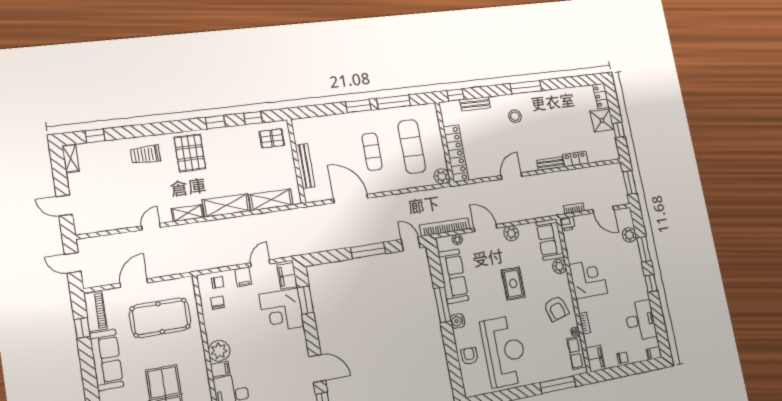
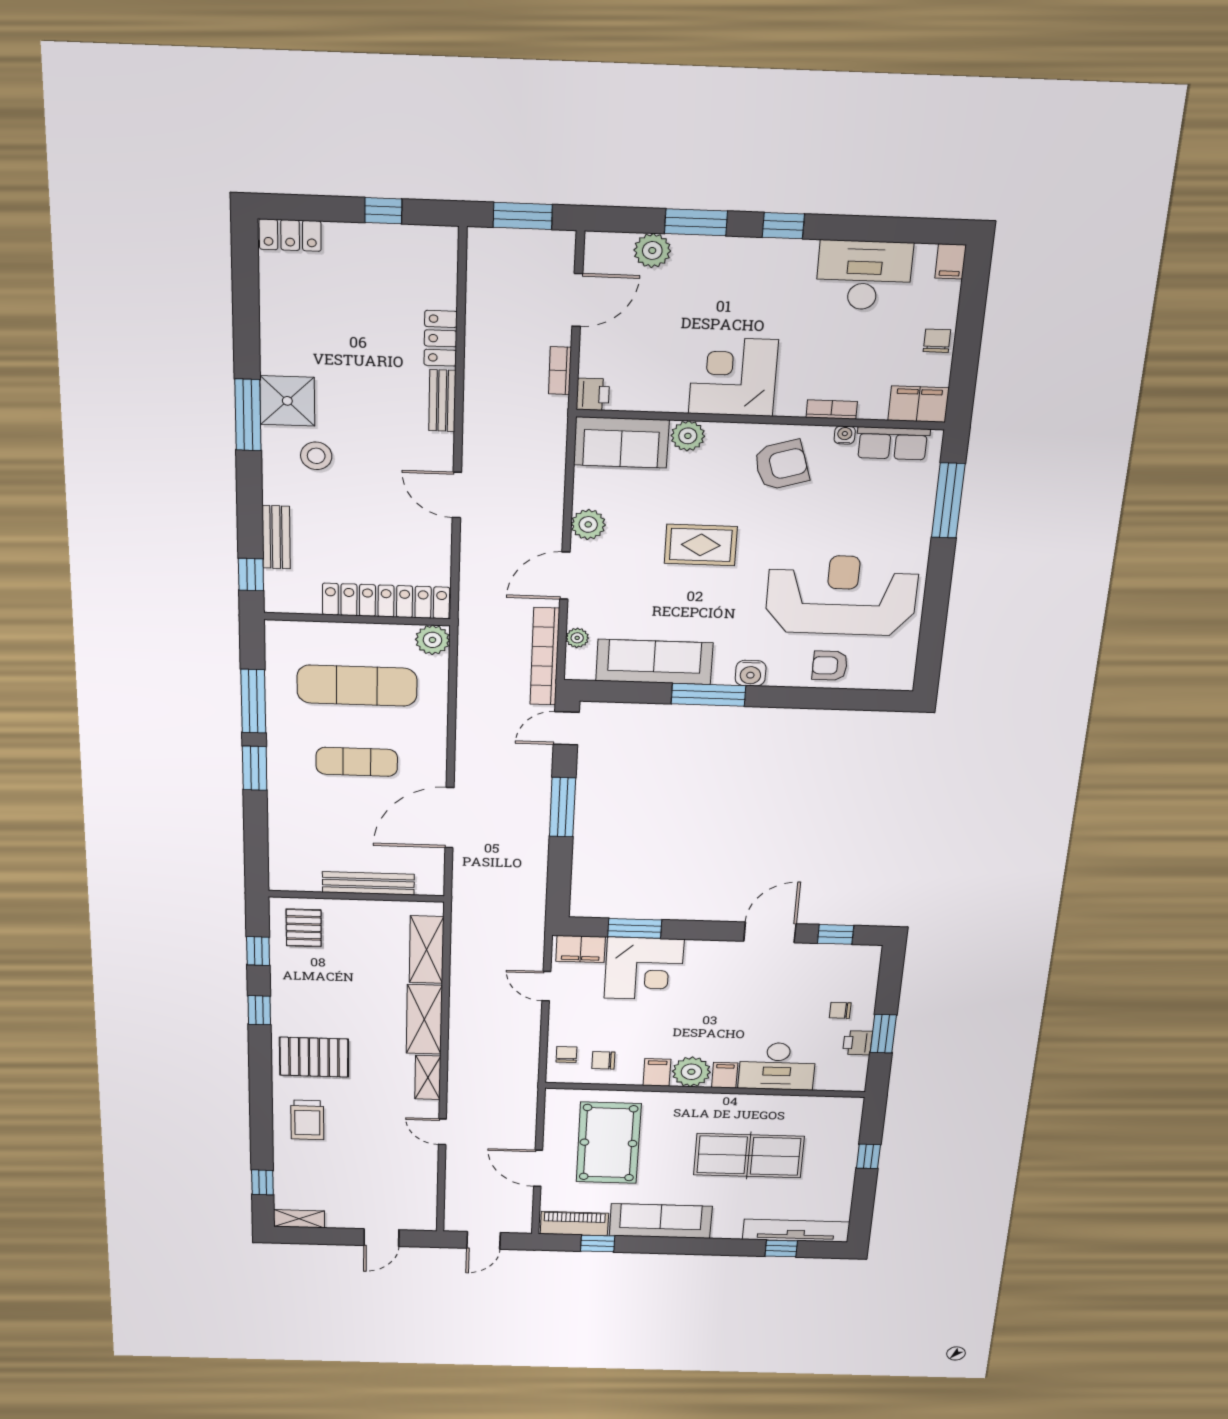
shower: (602, 120) -> (287, 401), moved
filing cabinet: (243, 277) -> (657, 1072), moved, turned -90

